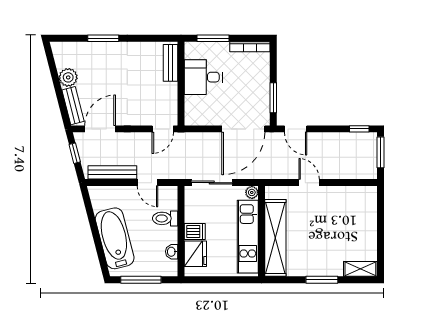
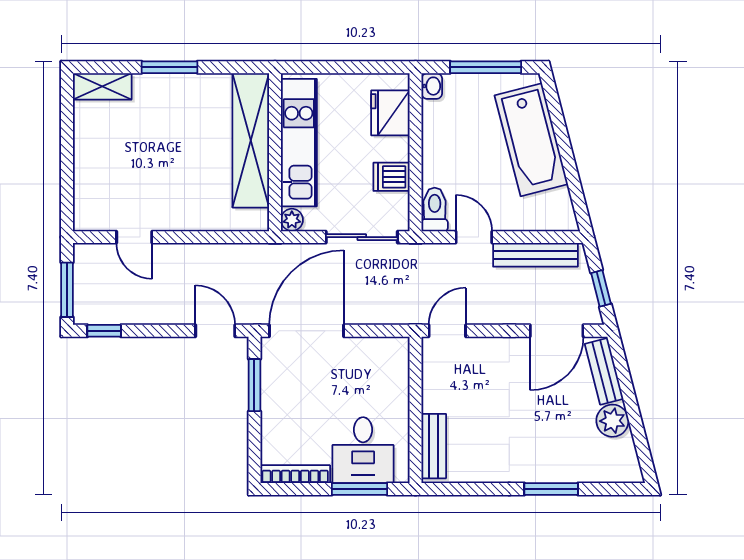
desk: (203, 77) -> (363, 450), moved, turned 90
door: (309, 183) -> (134, 237), moved
toilet: (165, 218) -> (435, 209), moved, turned -90
dishwasher: (195, 231) -> (391, 177), moved
washbasin: (172, 252) -> (432, 86), moved

